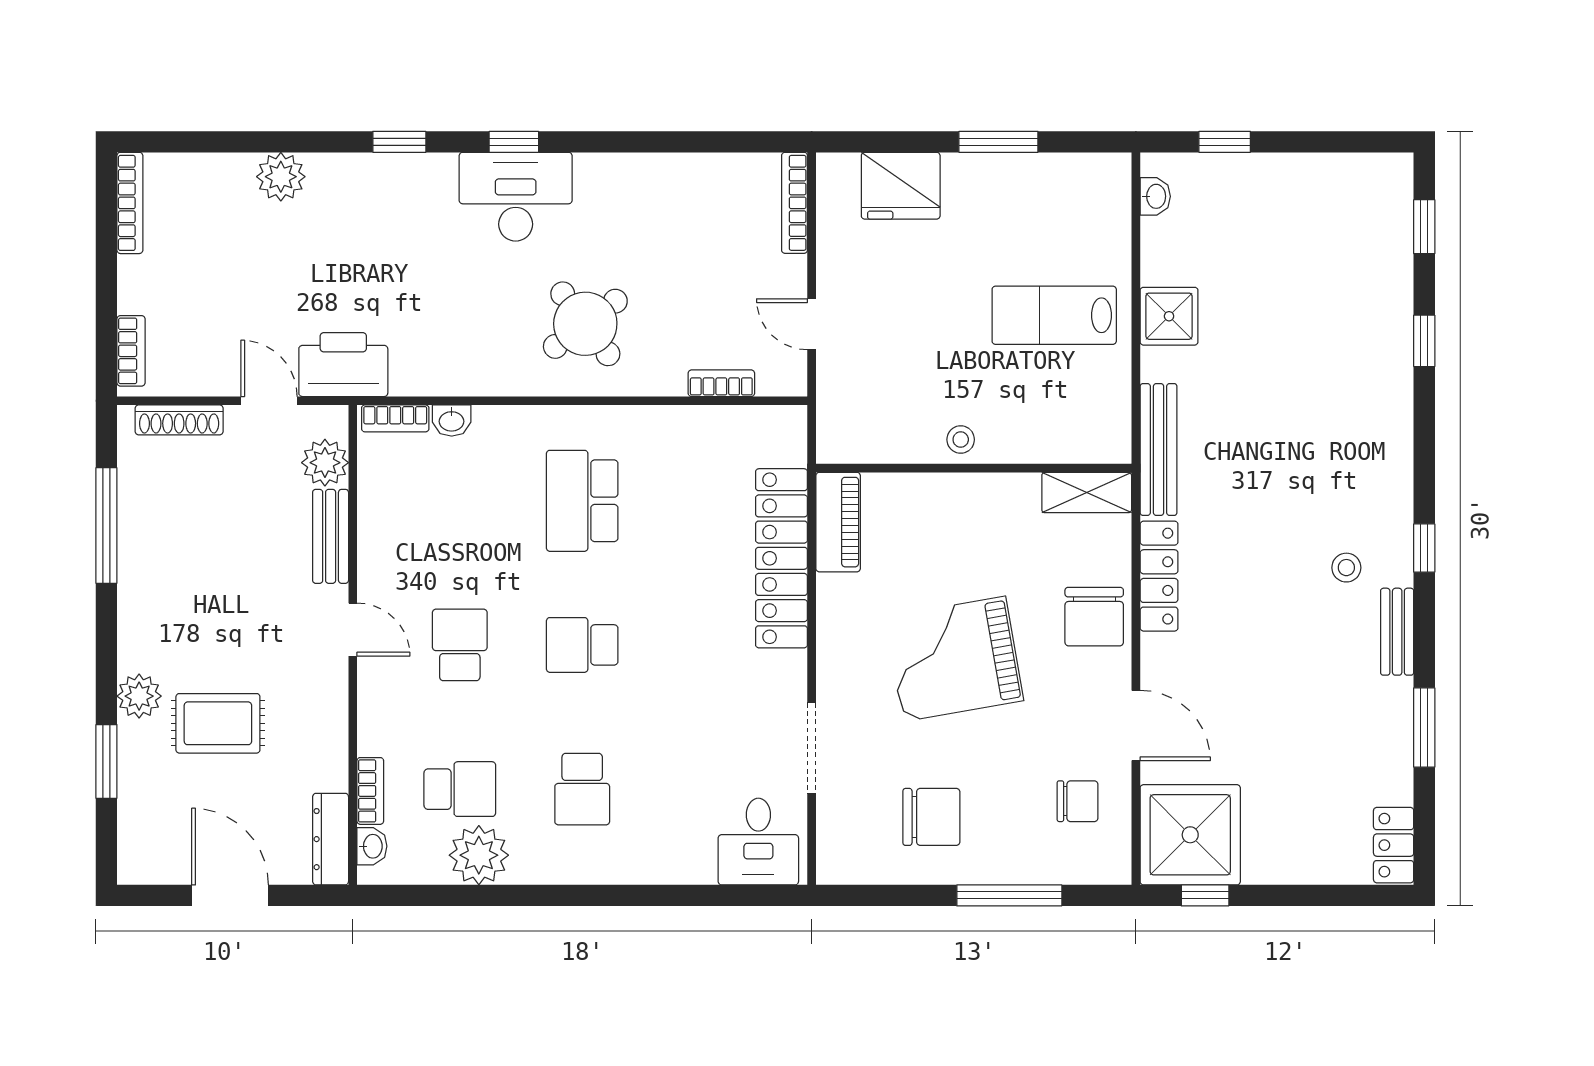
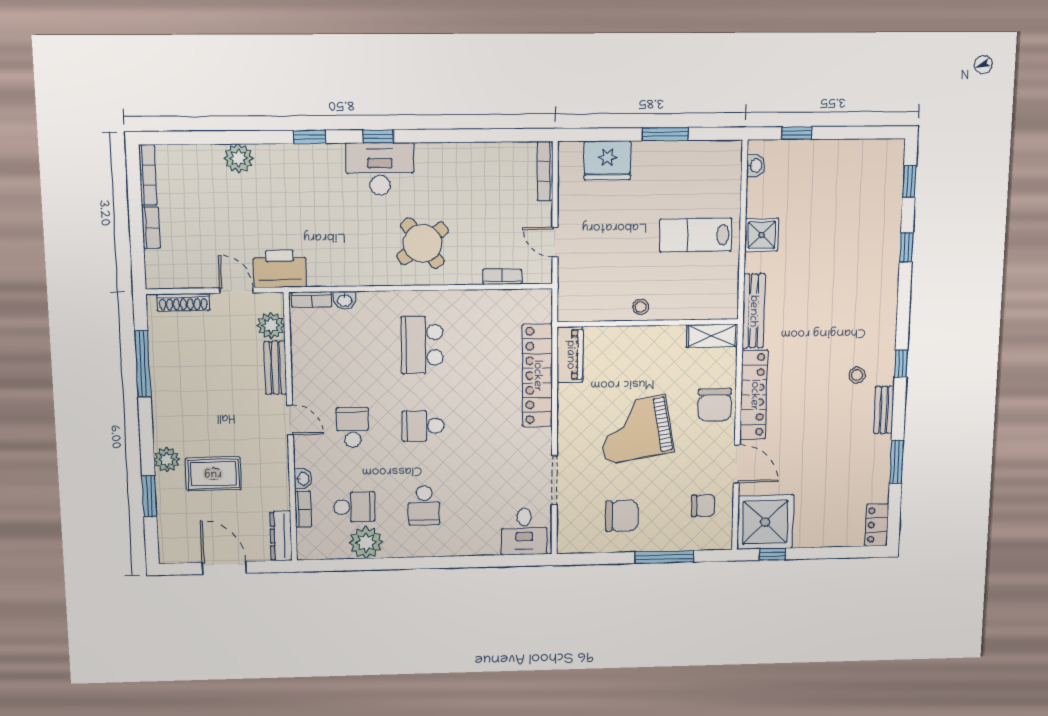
bookcase: (131, 351) -> (151, 228), moved
locker: (1159, 576) -> (754, 395), width x1.41, depth x1.21
washbasin: (372, 846) -> (303, 479), moved

